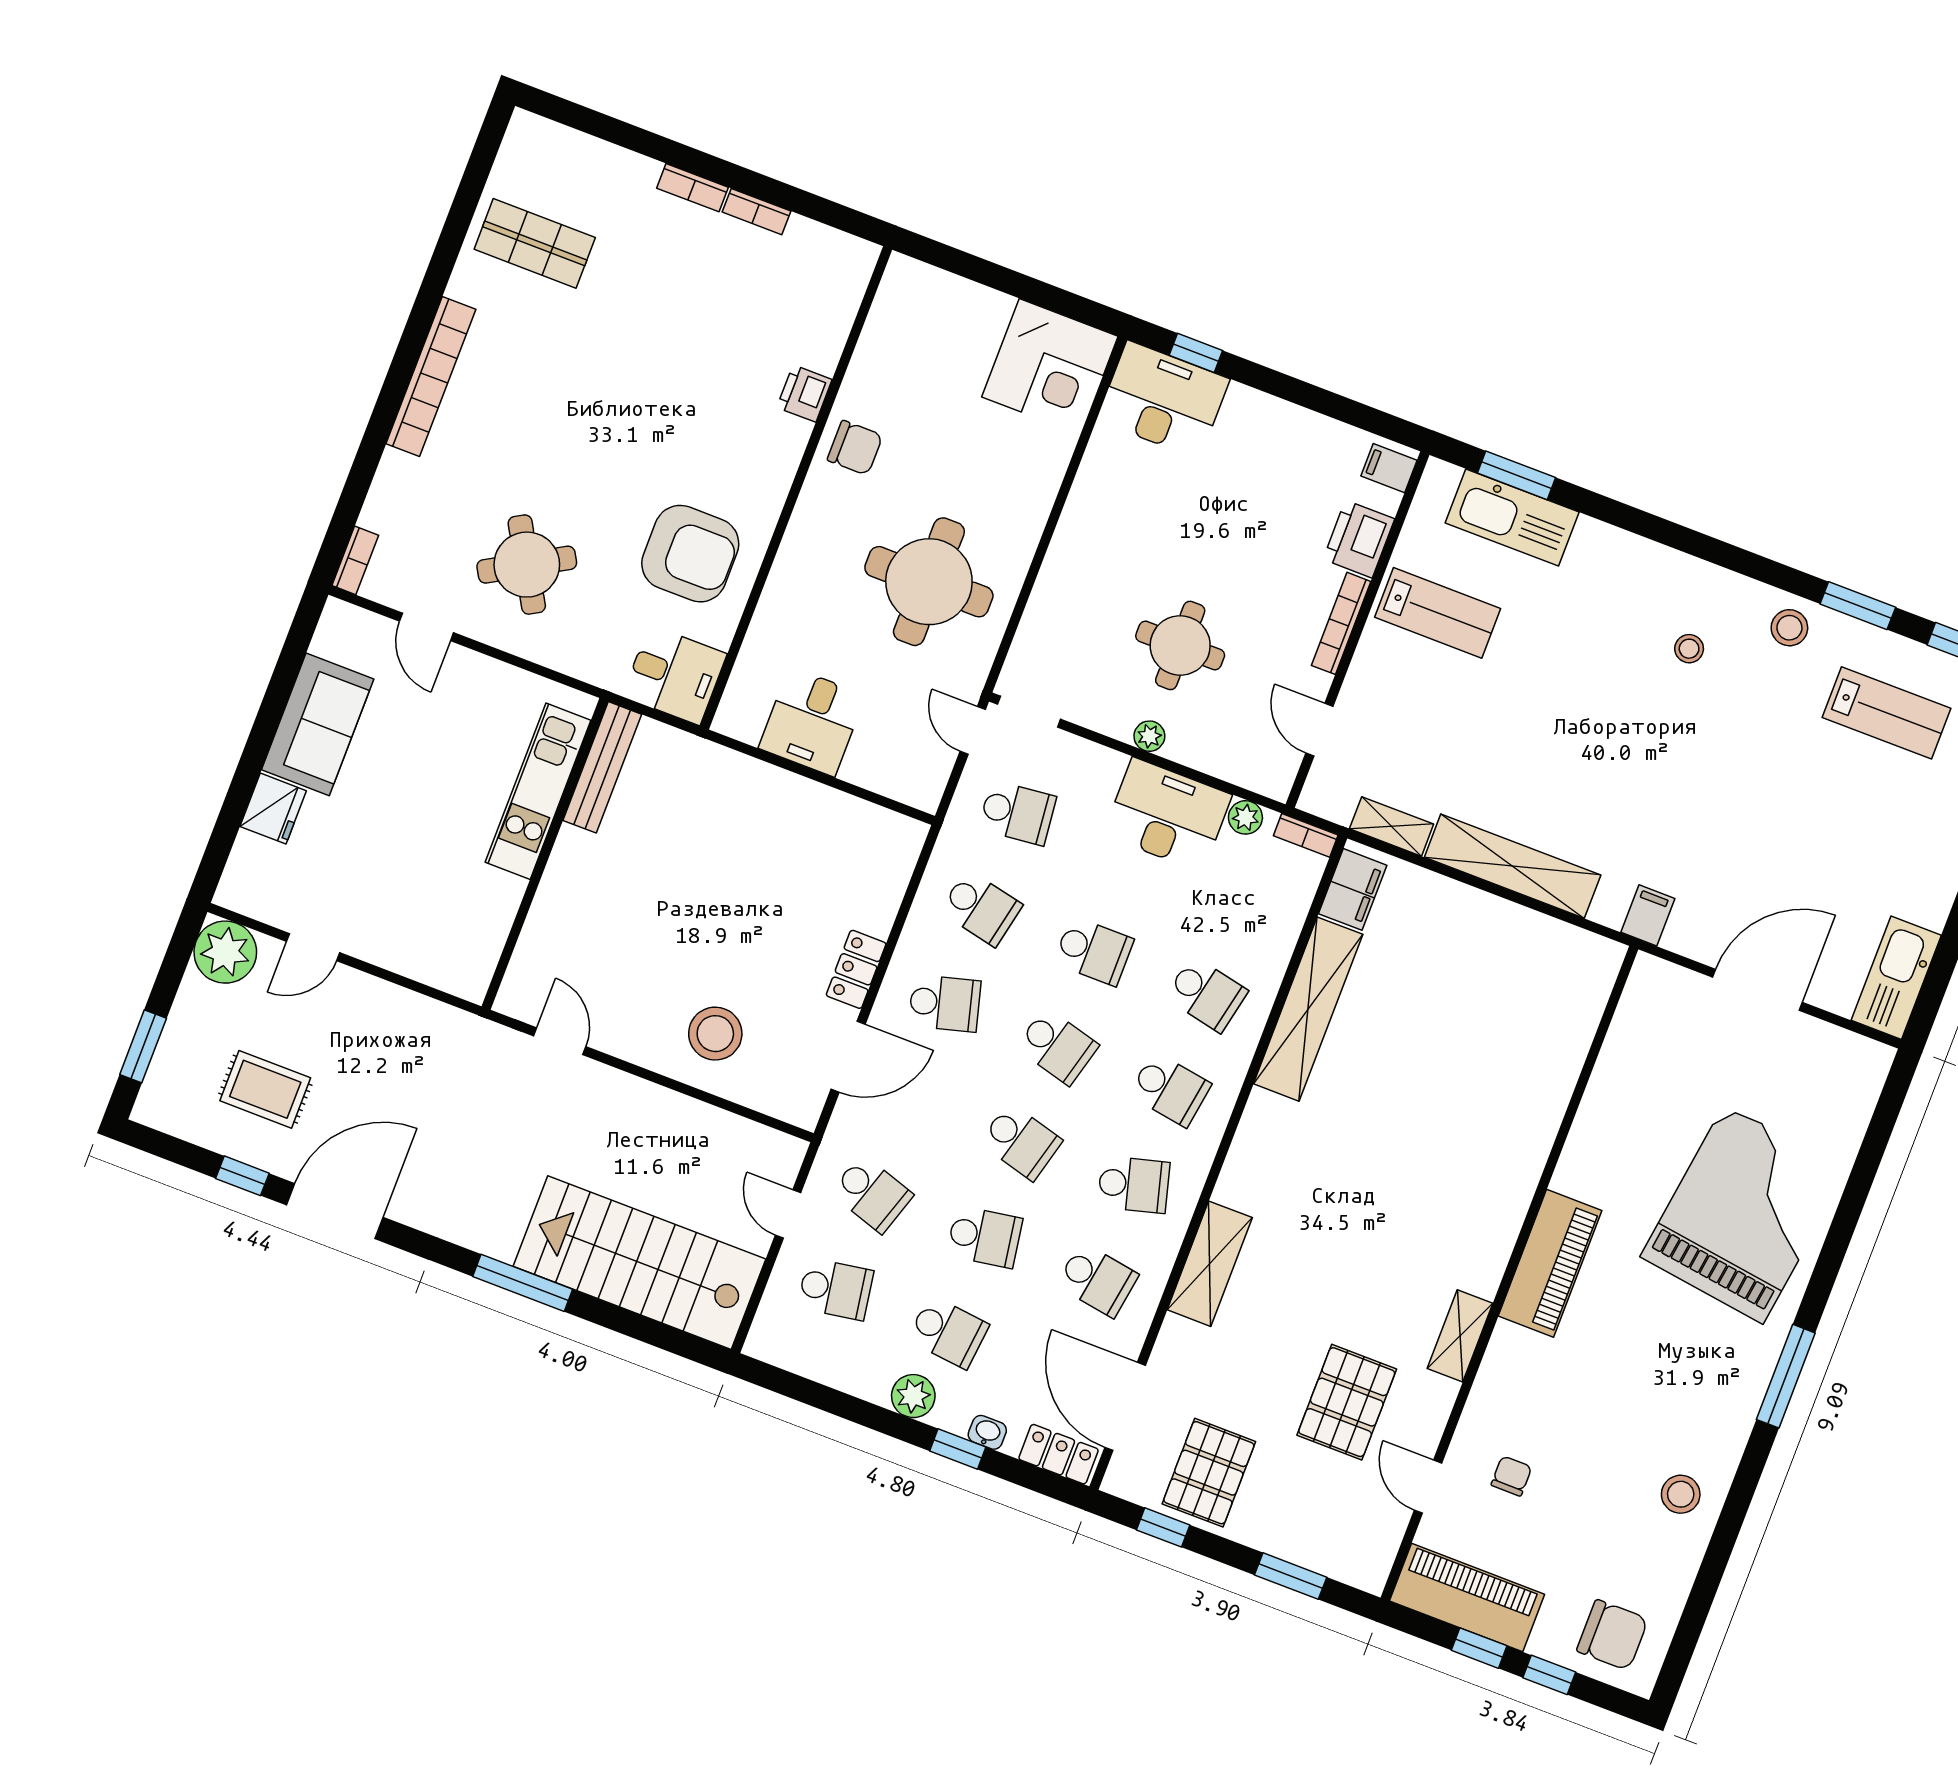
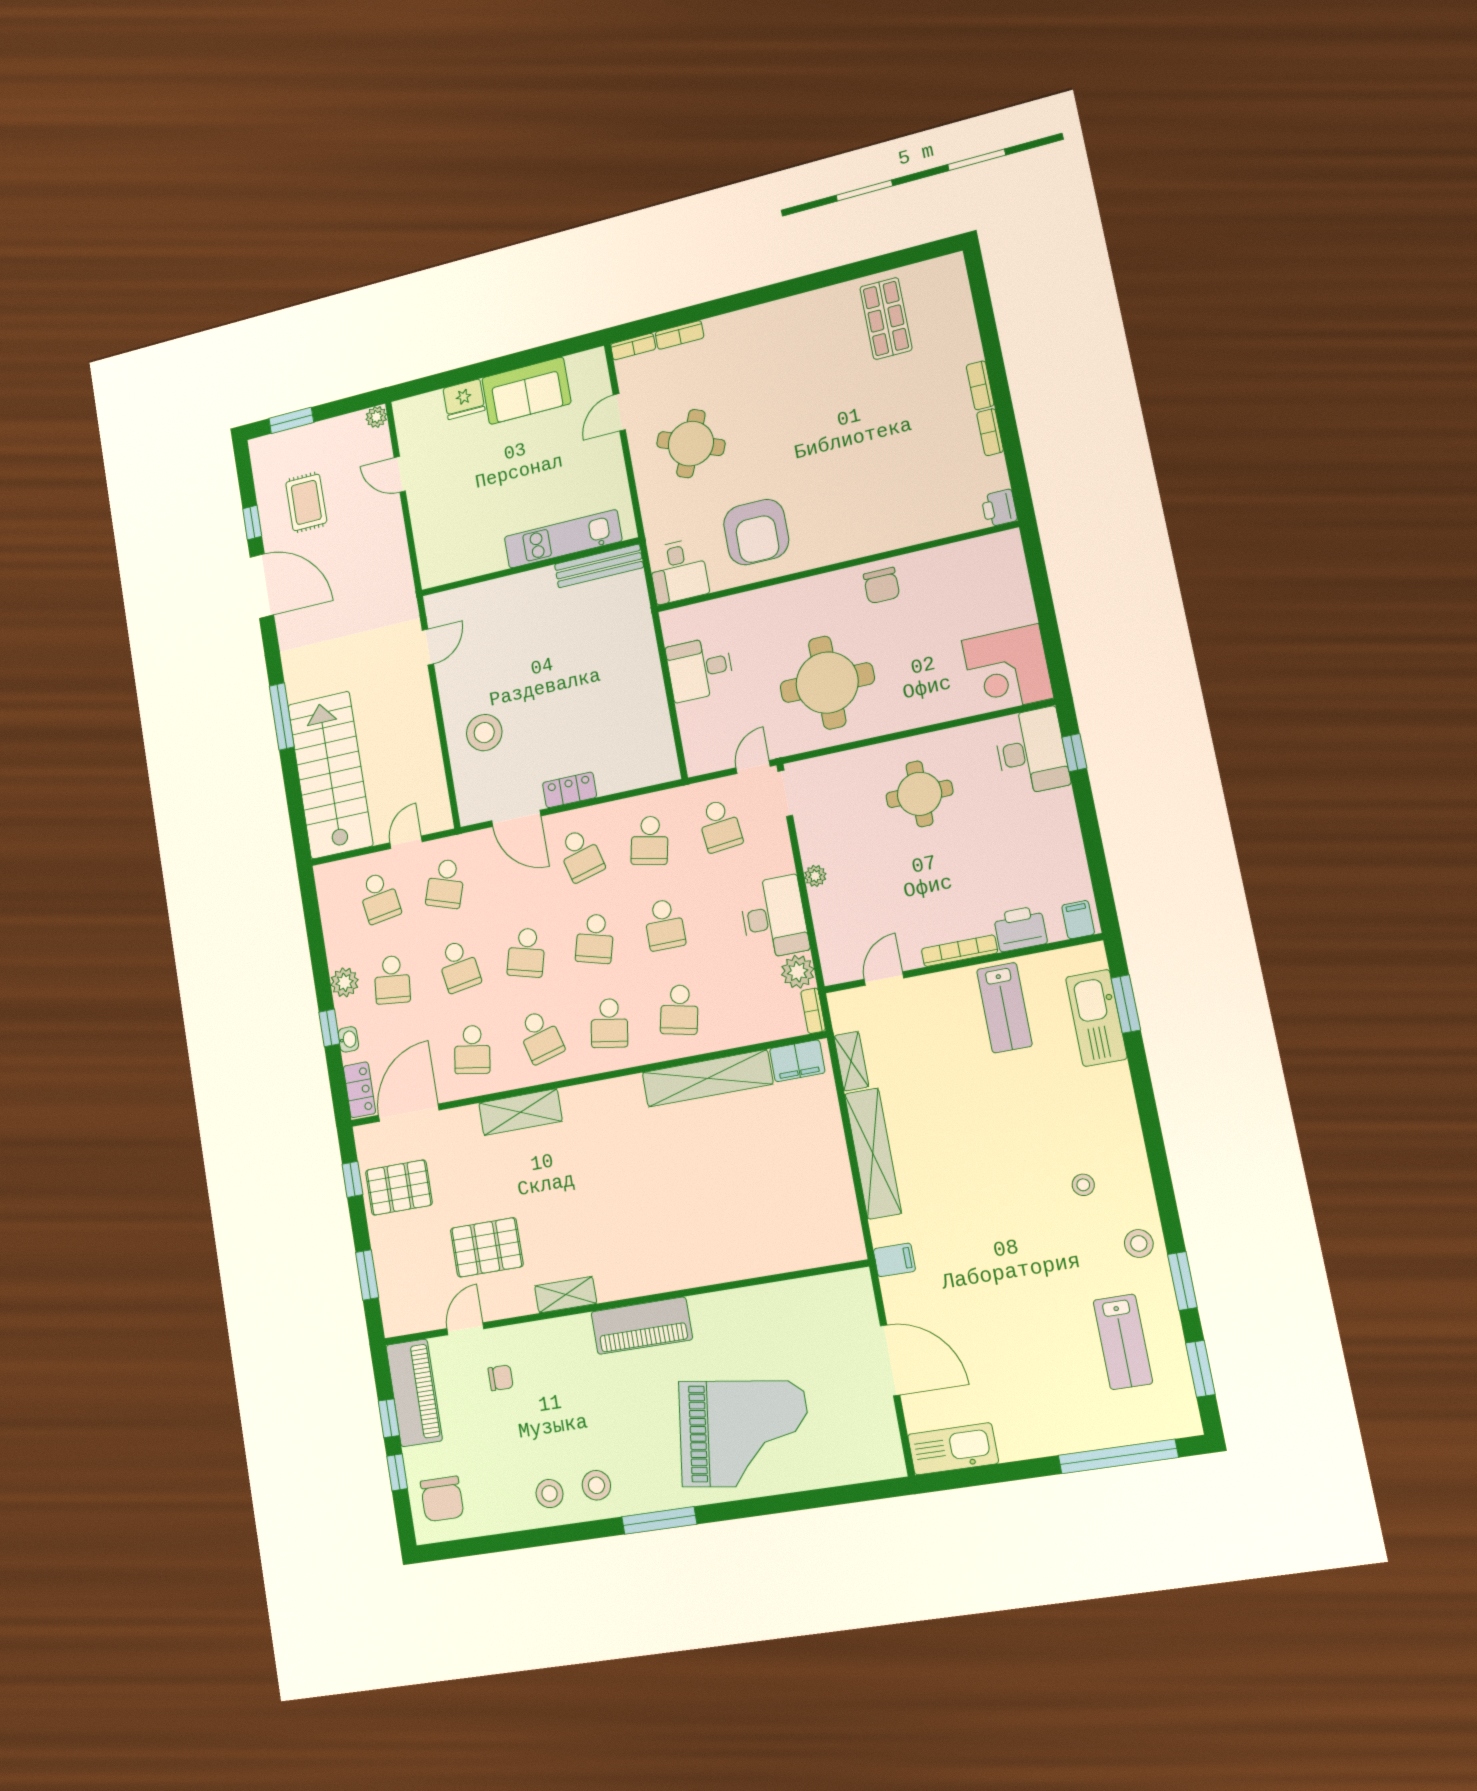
bookcase: (431, 377) -> (679, 335), moved, width x0.43, depth x0.76
printer: (804, 393) -> (999, 508), moved, turned -90
round table: (527, 565) -> (691, 444), turned -38
round table: (1180, 645) -> (920, 794), moved
plant: (1245, 817) -> (798, 972), width x1.38, depth x1.38
plant: (225, 952) -> (376, 417), width x0.53, depth x0.53
stool: (1703, 1430) -> (596, 1485), added

